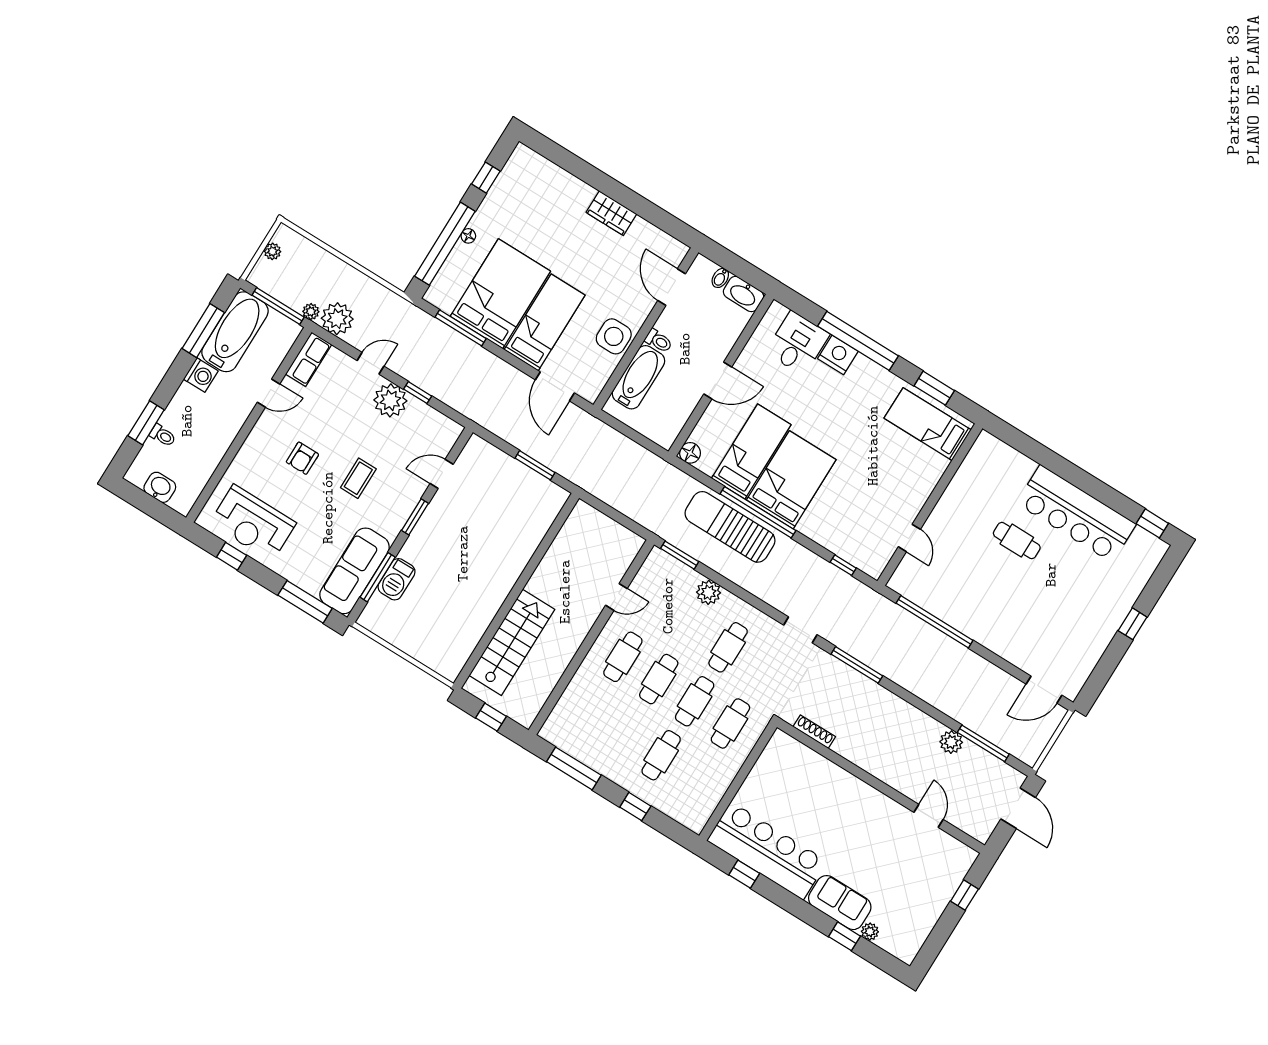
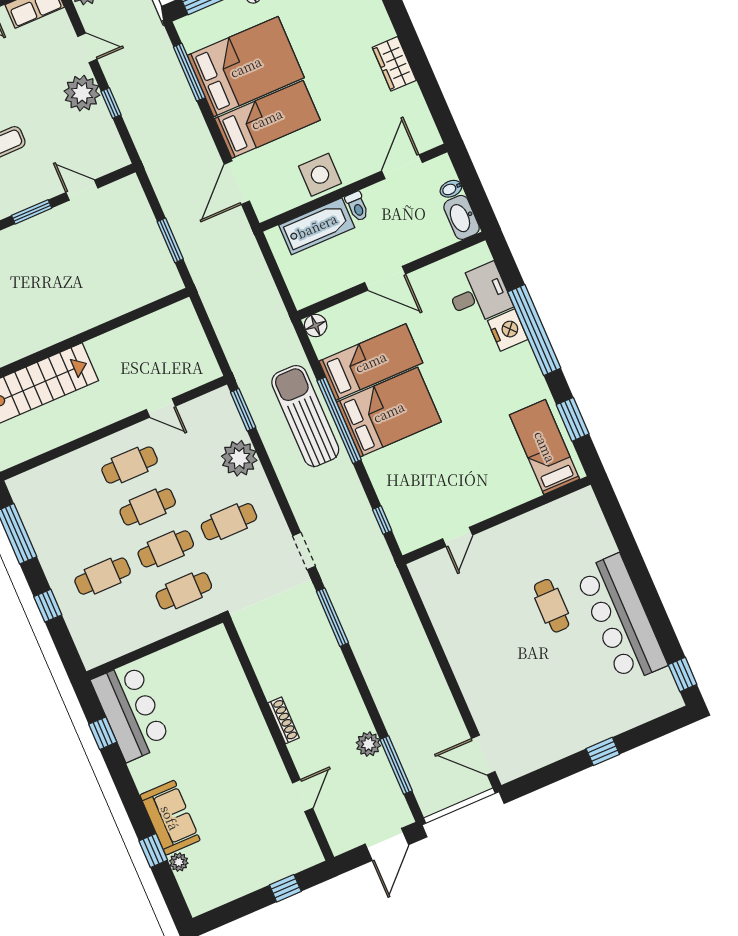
plant: (708, 592) -> (239, 458), width x1.36, depth x1.36
window: (935, 622) -> (428, 627), removed
shoe rack: (814, 732) -> (283, 720), moved
bar counter: (767, 851) -> (131, 712), width x0.73

